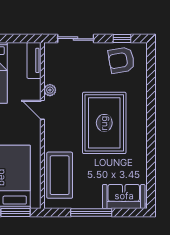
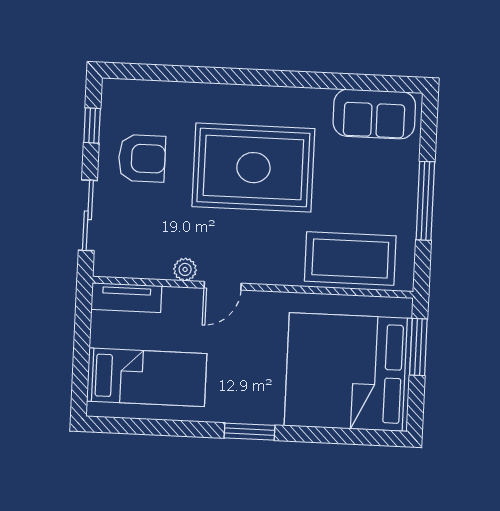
armchair: (121, 60) -> (142, 158), moved, turned -80
sofa: (124, 196) -> (374, 114), moved, turned -90

